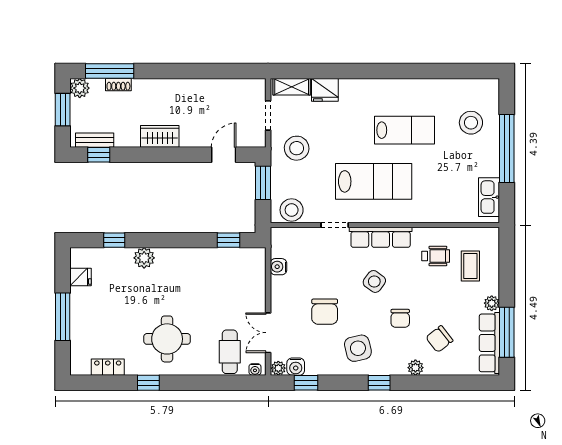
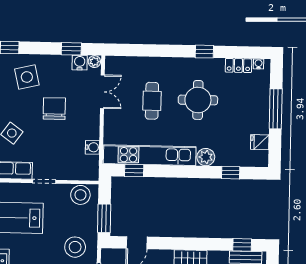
kitchen unit: (211, 259) -> (150, 155), added
round table: (167, 339) -> (198, 100), moved
cafe table: (230, 352) -> (152, 101), moved
water cooler: (255, 369) -> (259, 64), moved

